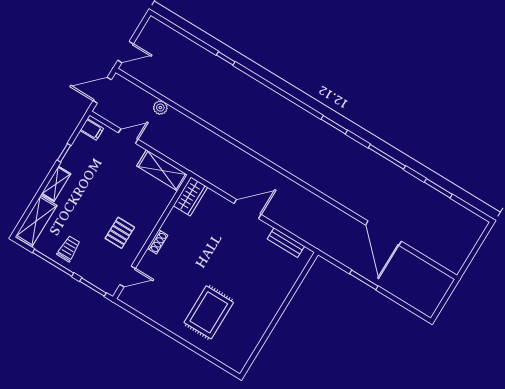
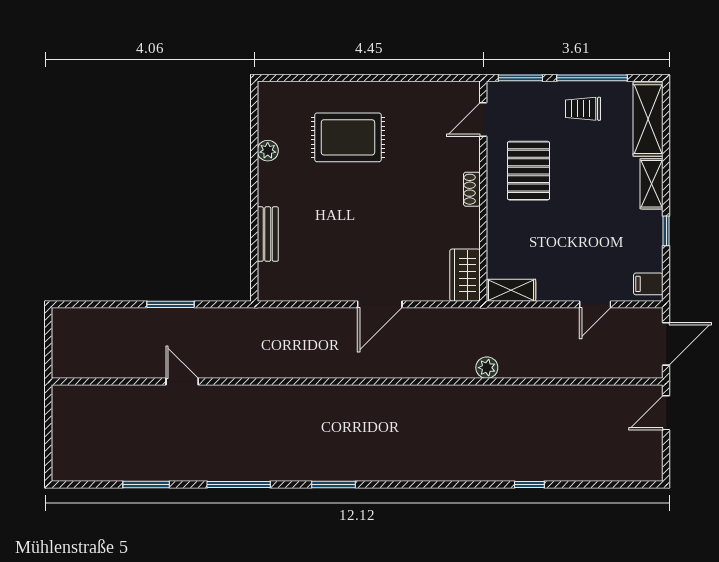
plant: (160, 108) -> (487, 368), moved
shelving: (162, 170) -> (511, 290), width x0.67, depth x0.75
pallet: (120, 233) -> (529, 171), width x1.50, depth x1.42
door: (383, 233) -> (182, 382), width x0.53
bench: (286, 243) -> (268, 234), moved, turned 90
trolley: (69, 249) -> (583, 109), turned 90
rug: (209, 312) -> (348, 137), turned 90
plant: (258, 332) -> (268, 151), added

